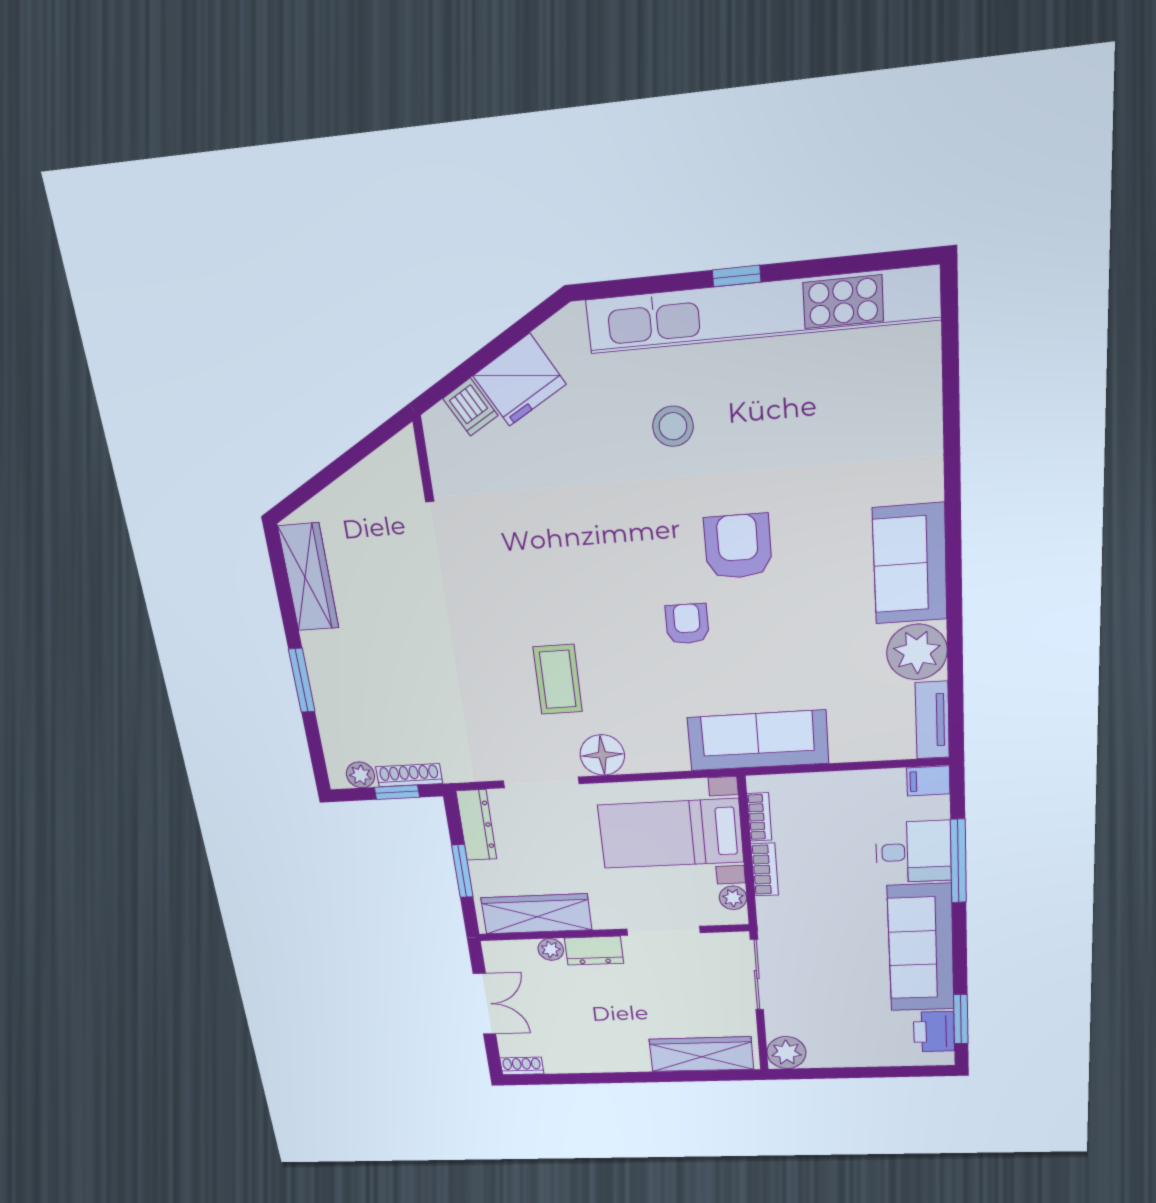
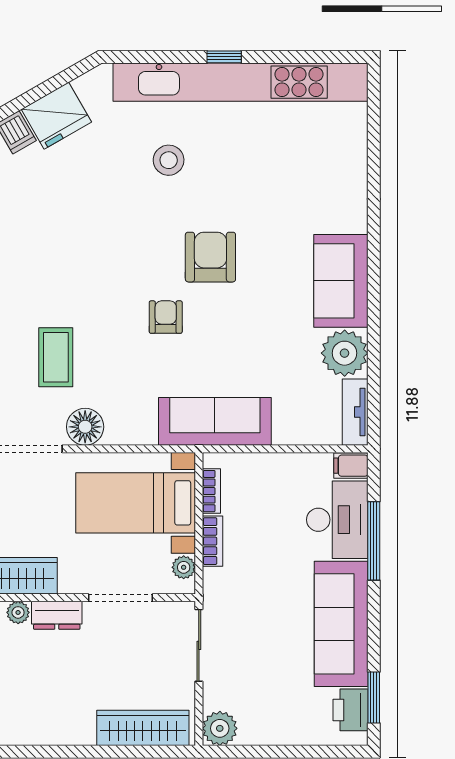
desk: (913, 852) -> (337, 520), width x1.37

